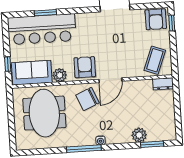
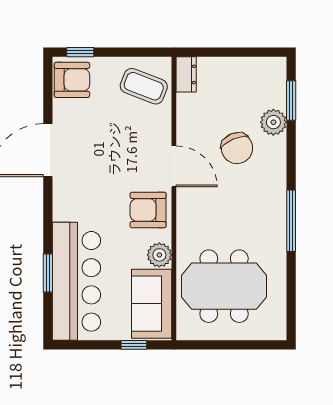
chair: (87, 99) -> (237, 148), moved
water cooler: (100, 140) -> (278, 191), removed

